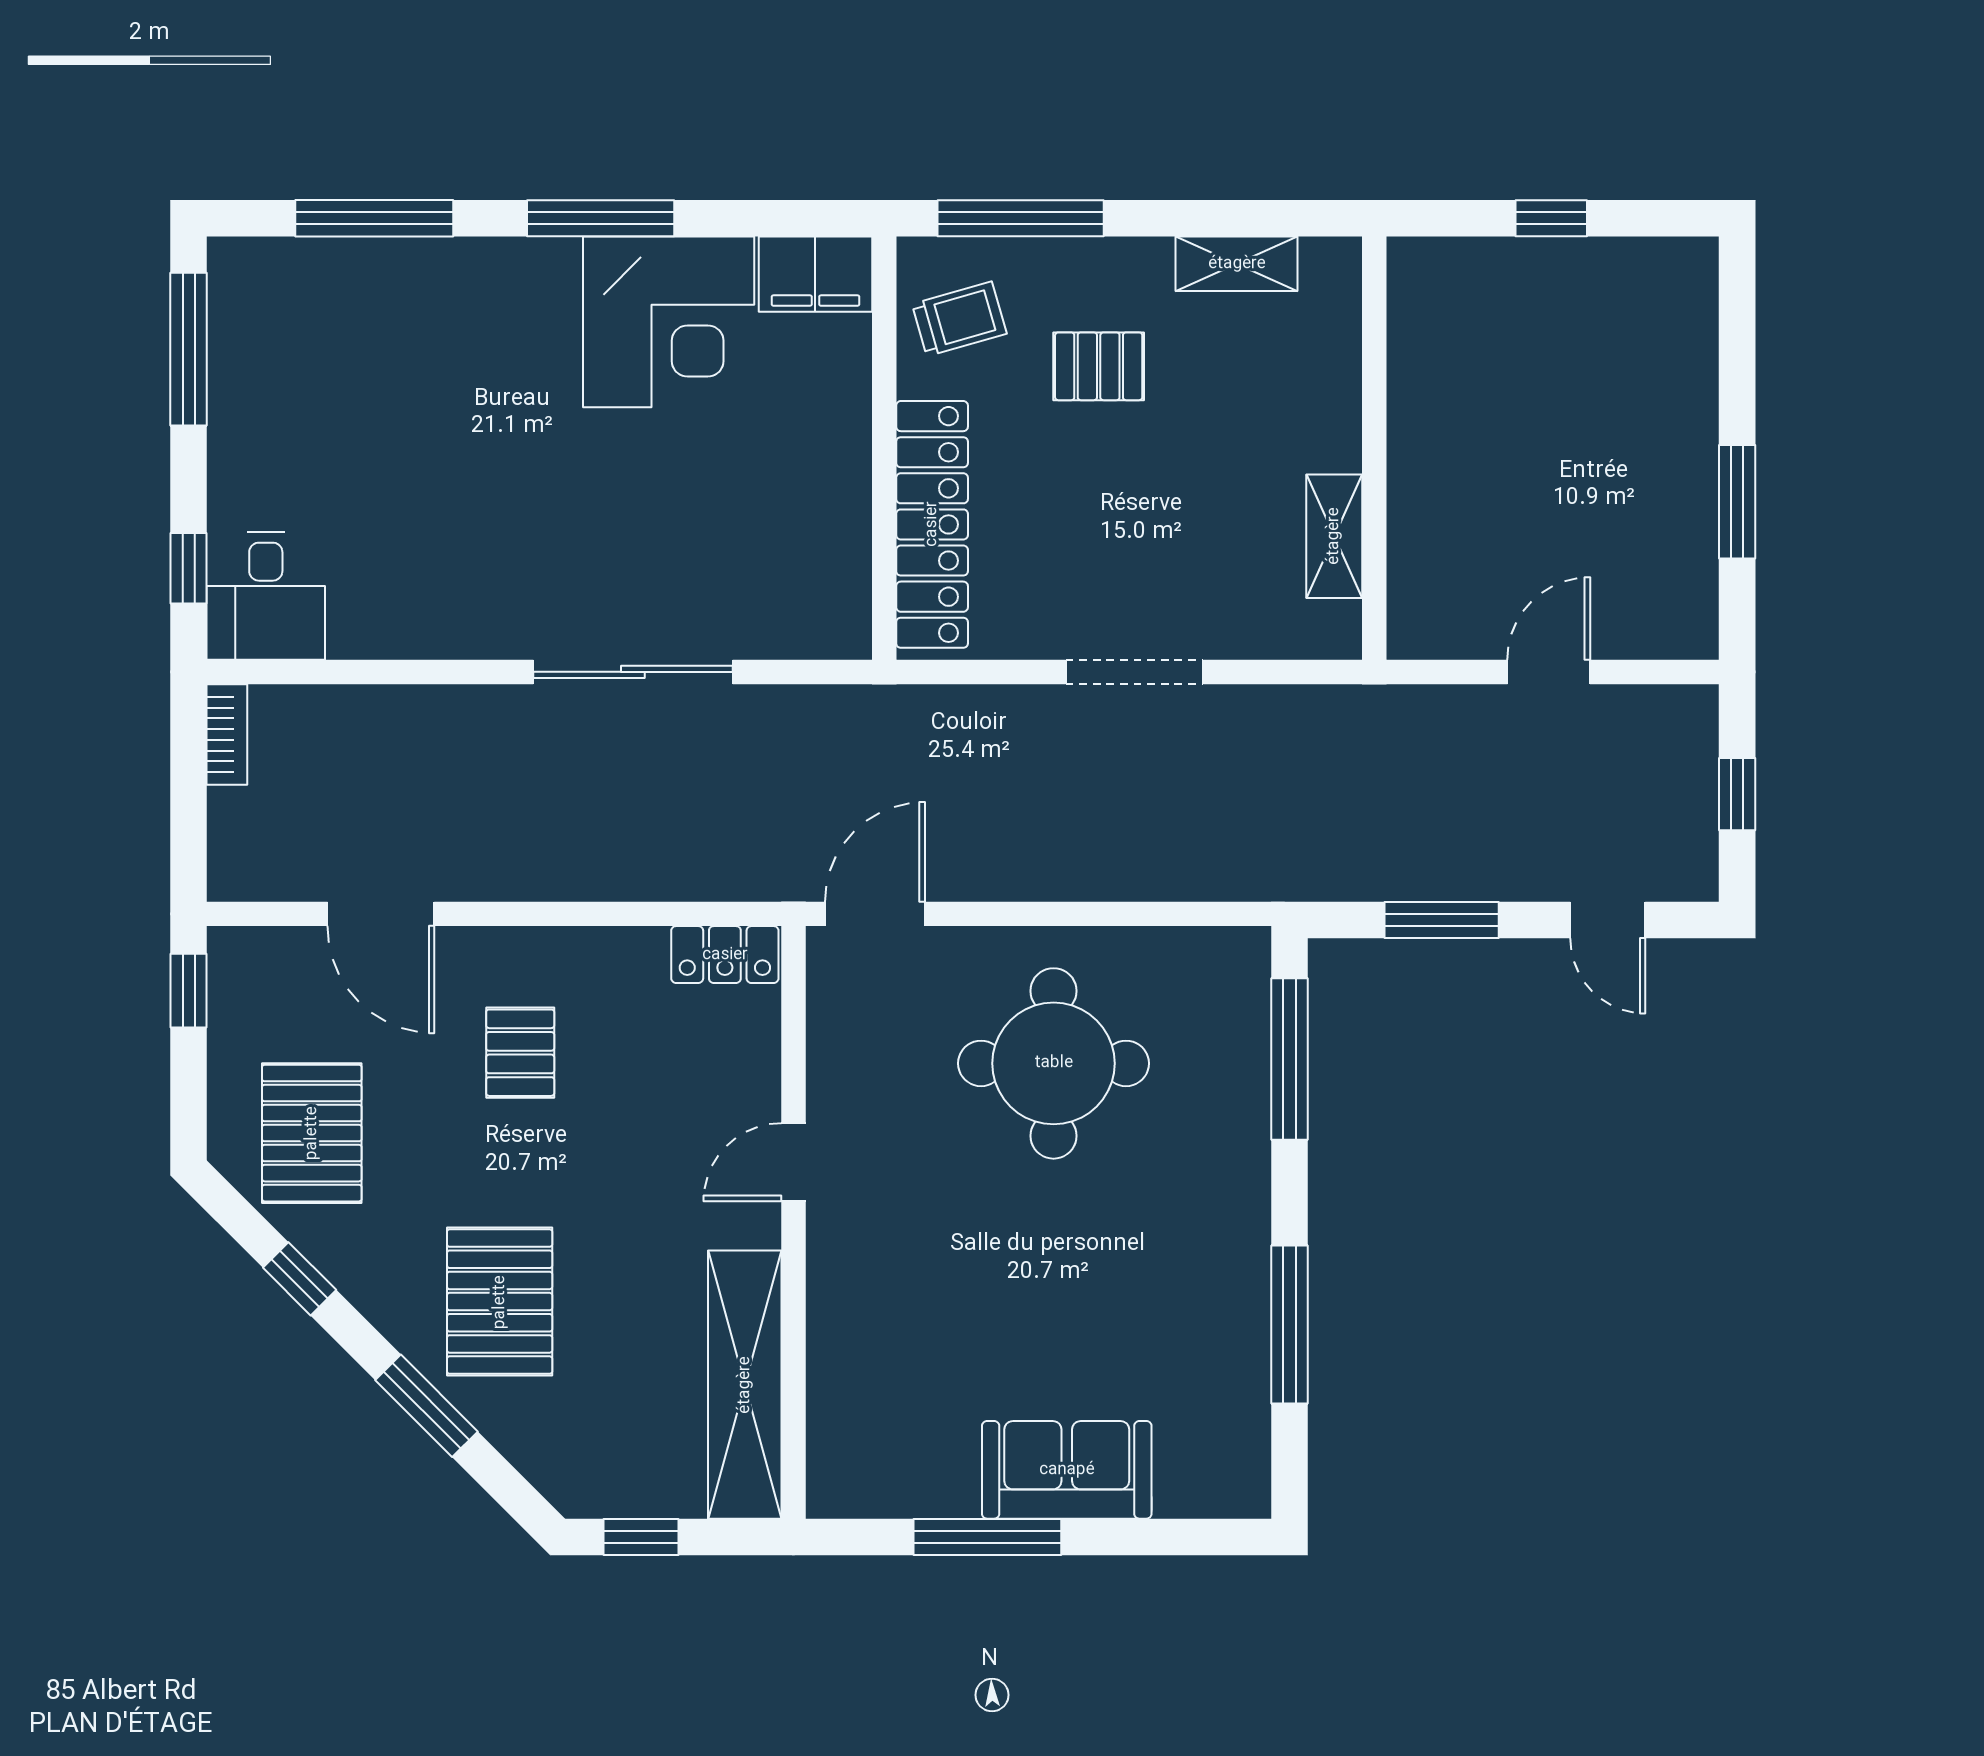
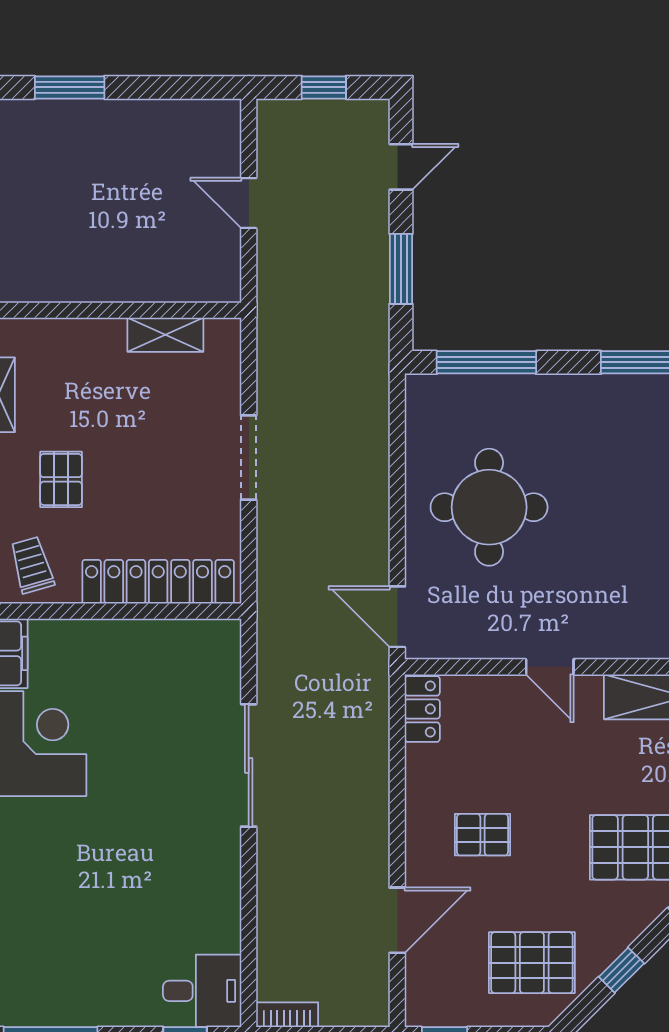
window: (1737, 502) -> (70, 87), moved

